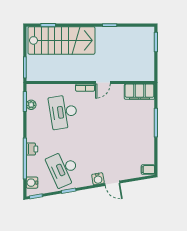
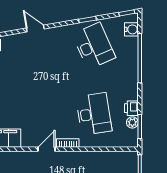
printer: (32, 149) -> (131, 108), moved
water cooler: (98, 179) -> (52, 34), removed

